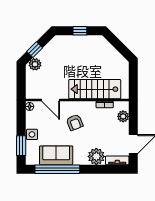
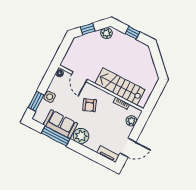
plant: (35, 64) -> (106, 33), moved
plant: (96, 156) -> (81, 136), moved
window: (57, 169) -> (56, 136), width x0.68

